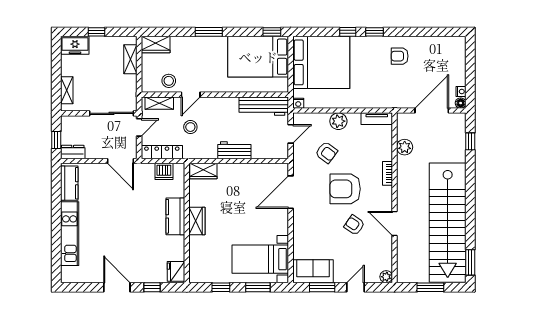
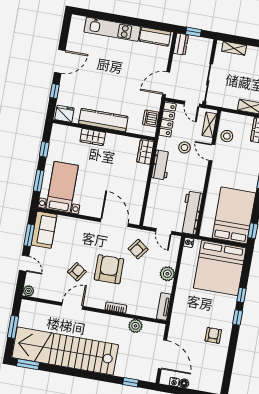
floor lamp: (461, 103) -> (184, 383), moved
workbench: (234, 150) -> (161, 165), moved
armchair: (326, 152) -> (138, 249), moved
kitchen counter: (175, 216) -> (103, 120), width x1.50
wardrobe: (197, 221) -> (93, 137), moved

